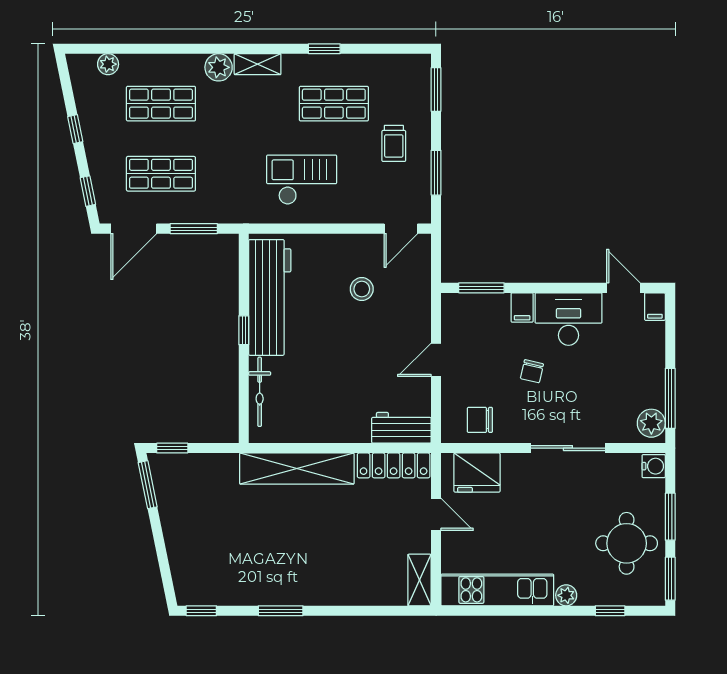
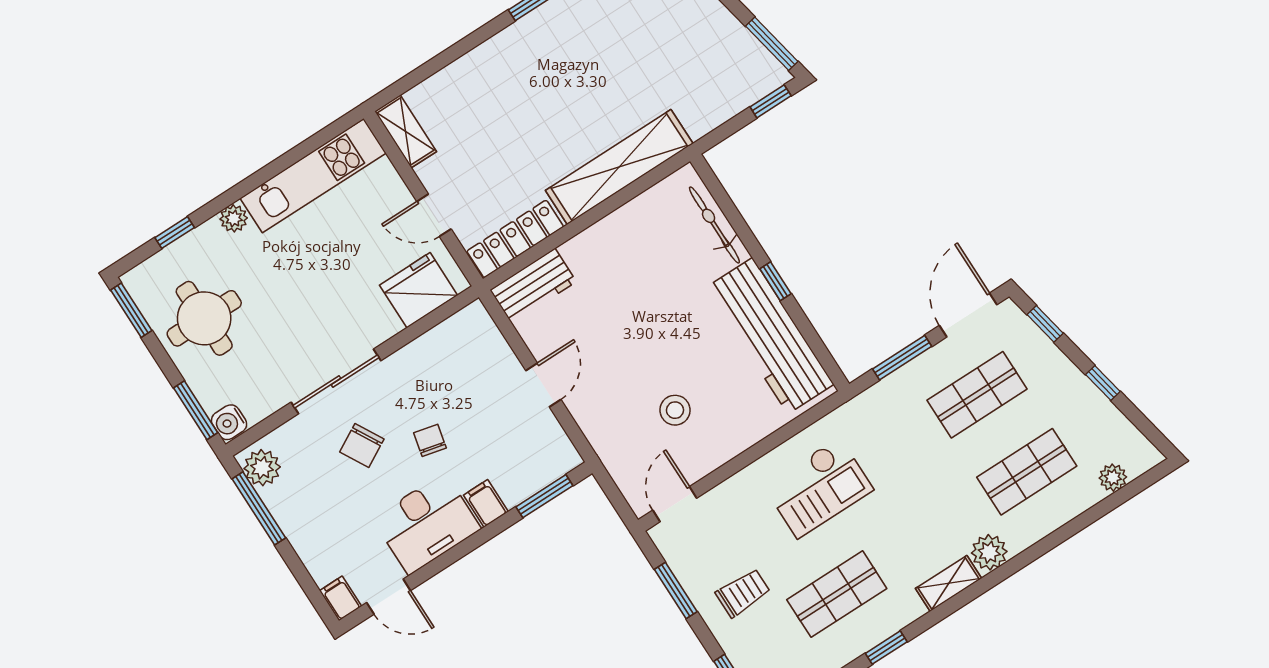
trolley: (394, 143) -> (743, 593), turned 90
chair: (480, 420) -> (362, 446), moved, turned 151
window: (670, 517) -> (196, 410), moved

